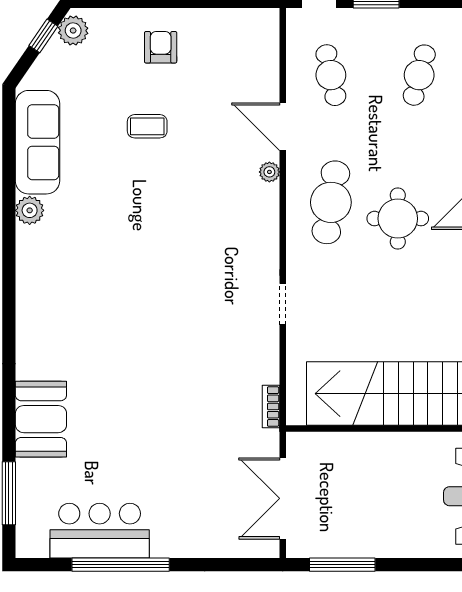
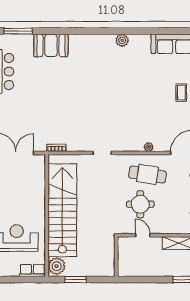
plant: (269, 172) -> (149, 147), moved
plant: (30, 210) -> (122, 40), moved

